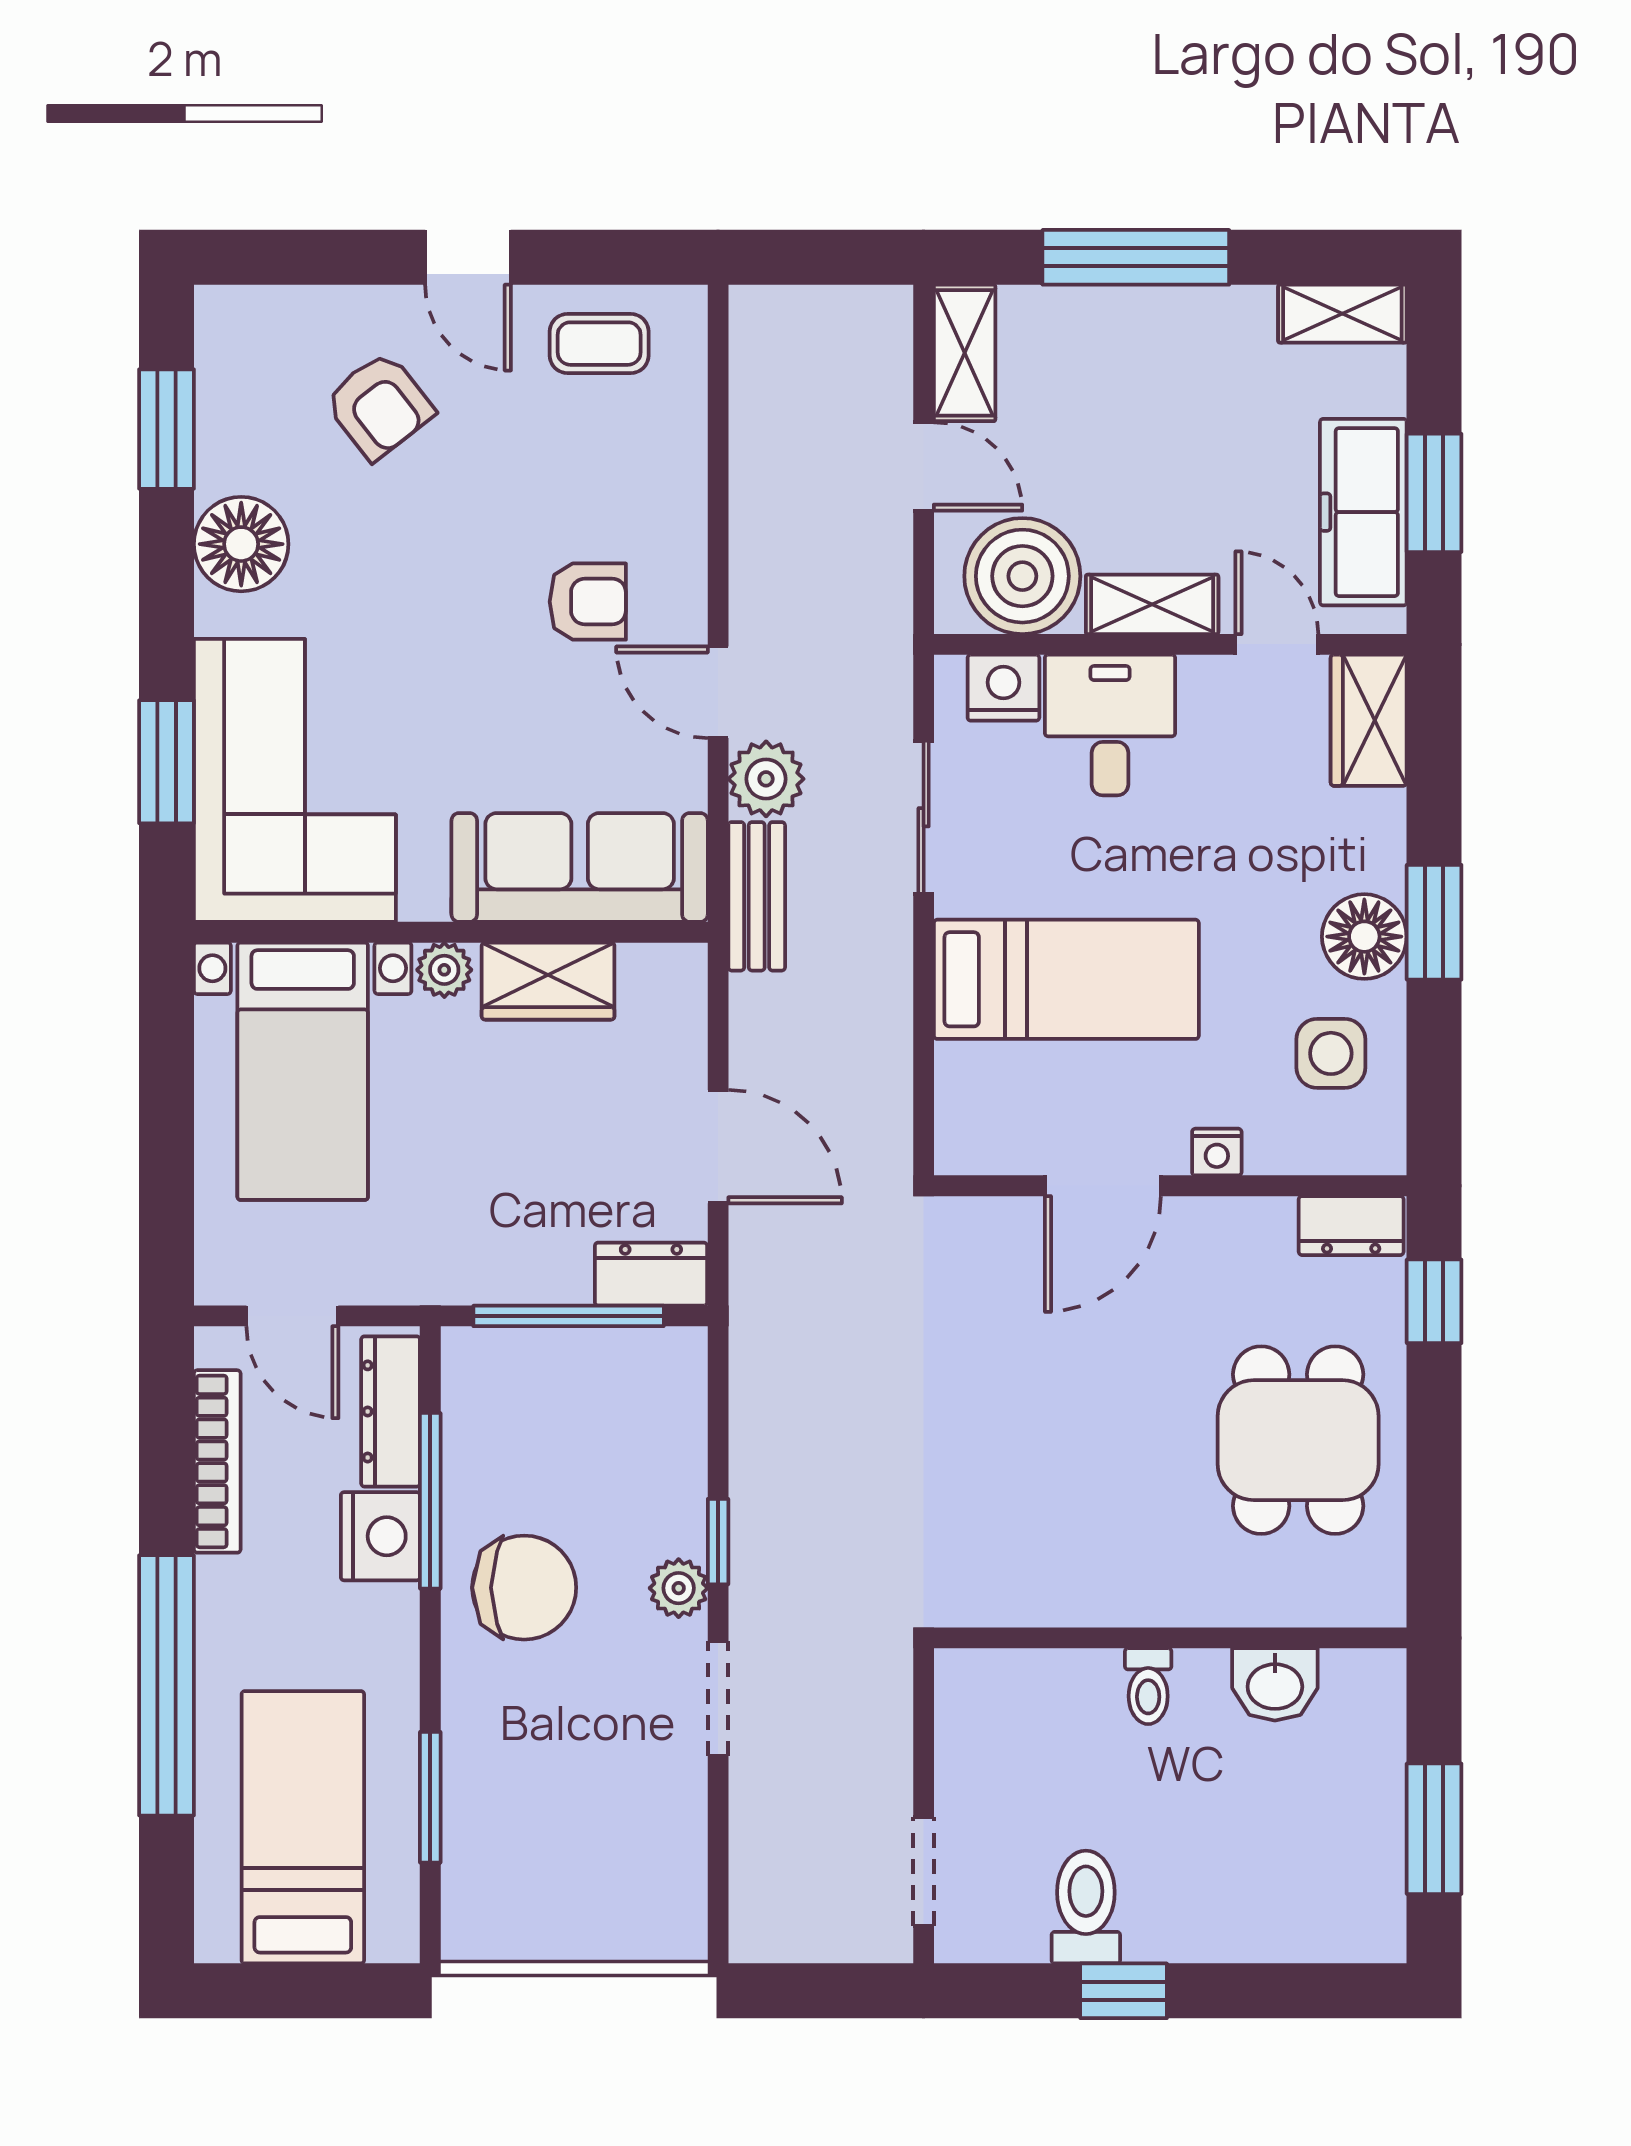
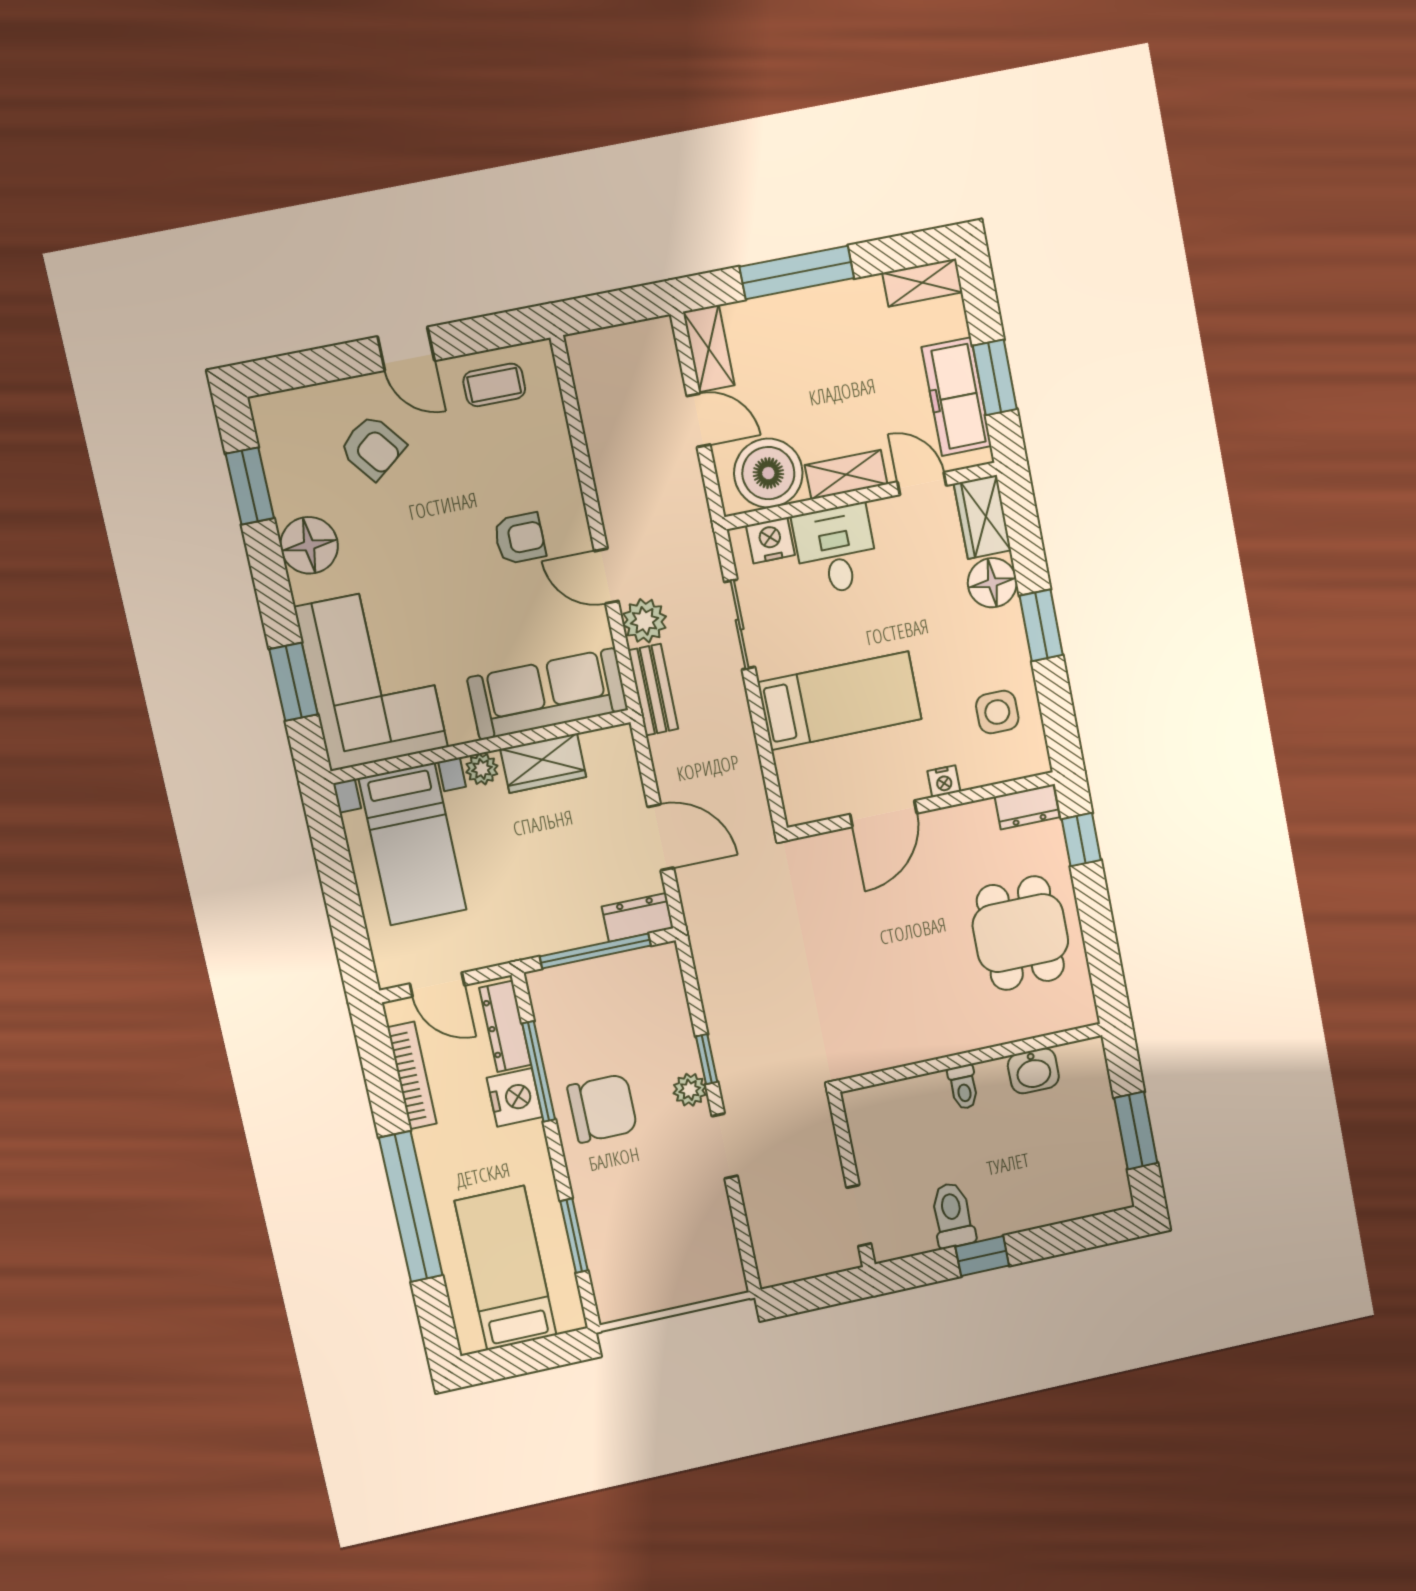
floor lamp: (1364, 937) -> (992, 583), moved

